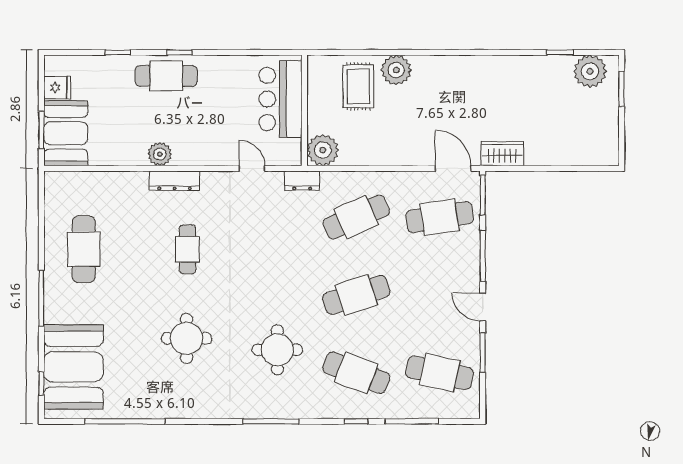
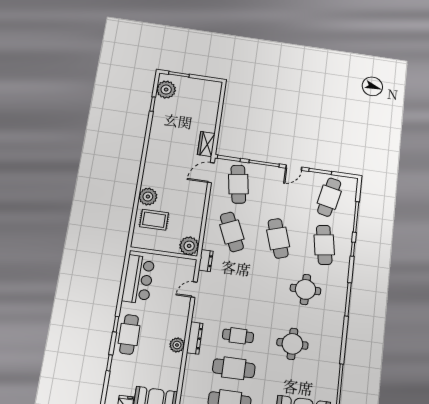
bar counter: (281, 99) -> (138, 279), moved, turned -90
cafe table: (136, 249) -> (234, 368), added
cafe table: (356, 373) -> (324, 245), turned -30

